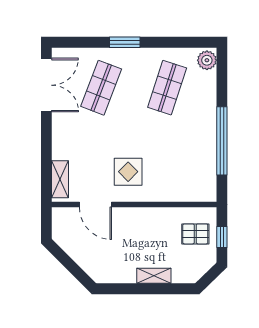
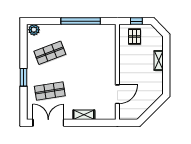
shop shelf: (101, 88) -> (50, 91), turned -30
shop shelf: (167, 88) -> (50, 53), turned -39
display table: (128, 172) -> (98, 75), removed
shelving: (60, 179) -> (84, 115), moved

